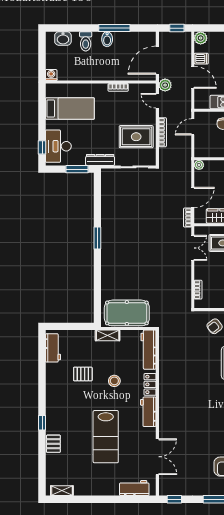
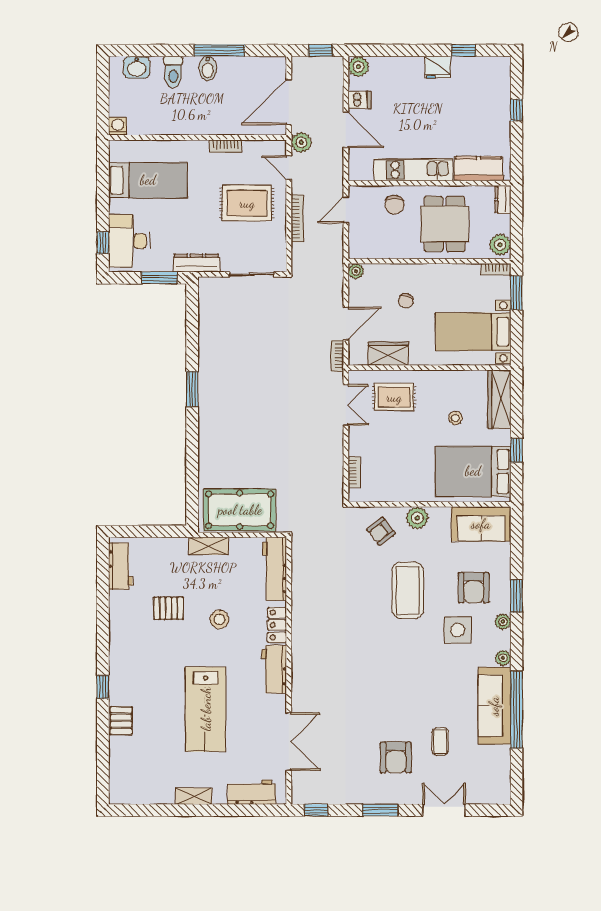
rug: (136, 137) -> (247, 203), moved
shelving: (62, 491) -> (194, 796), moved

